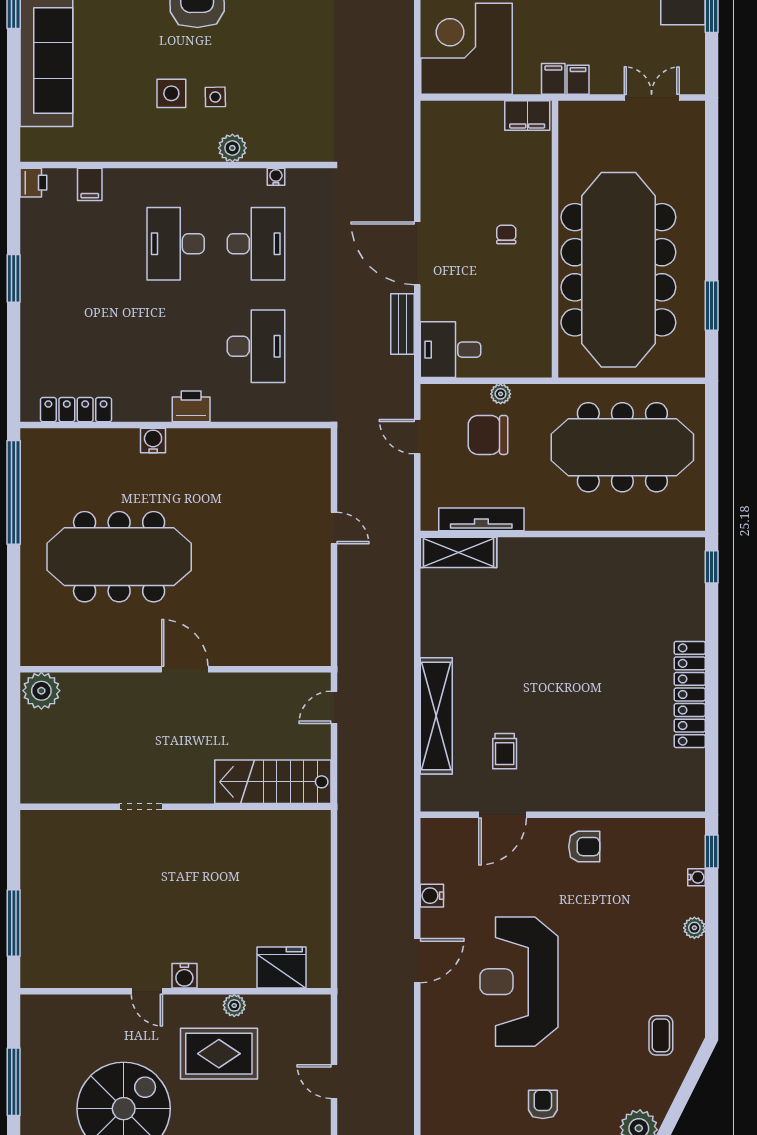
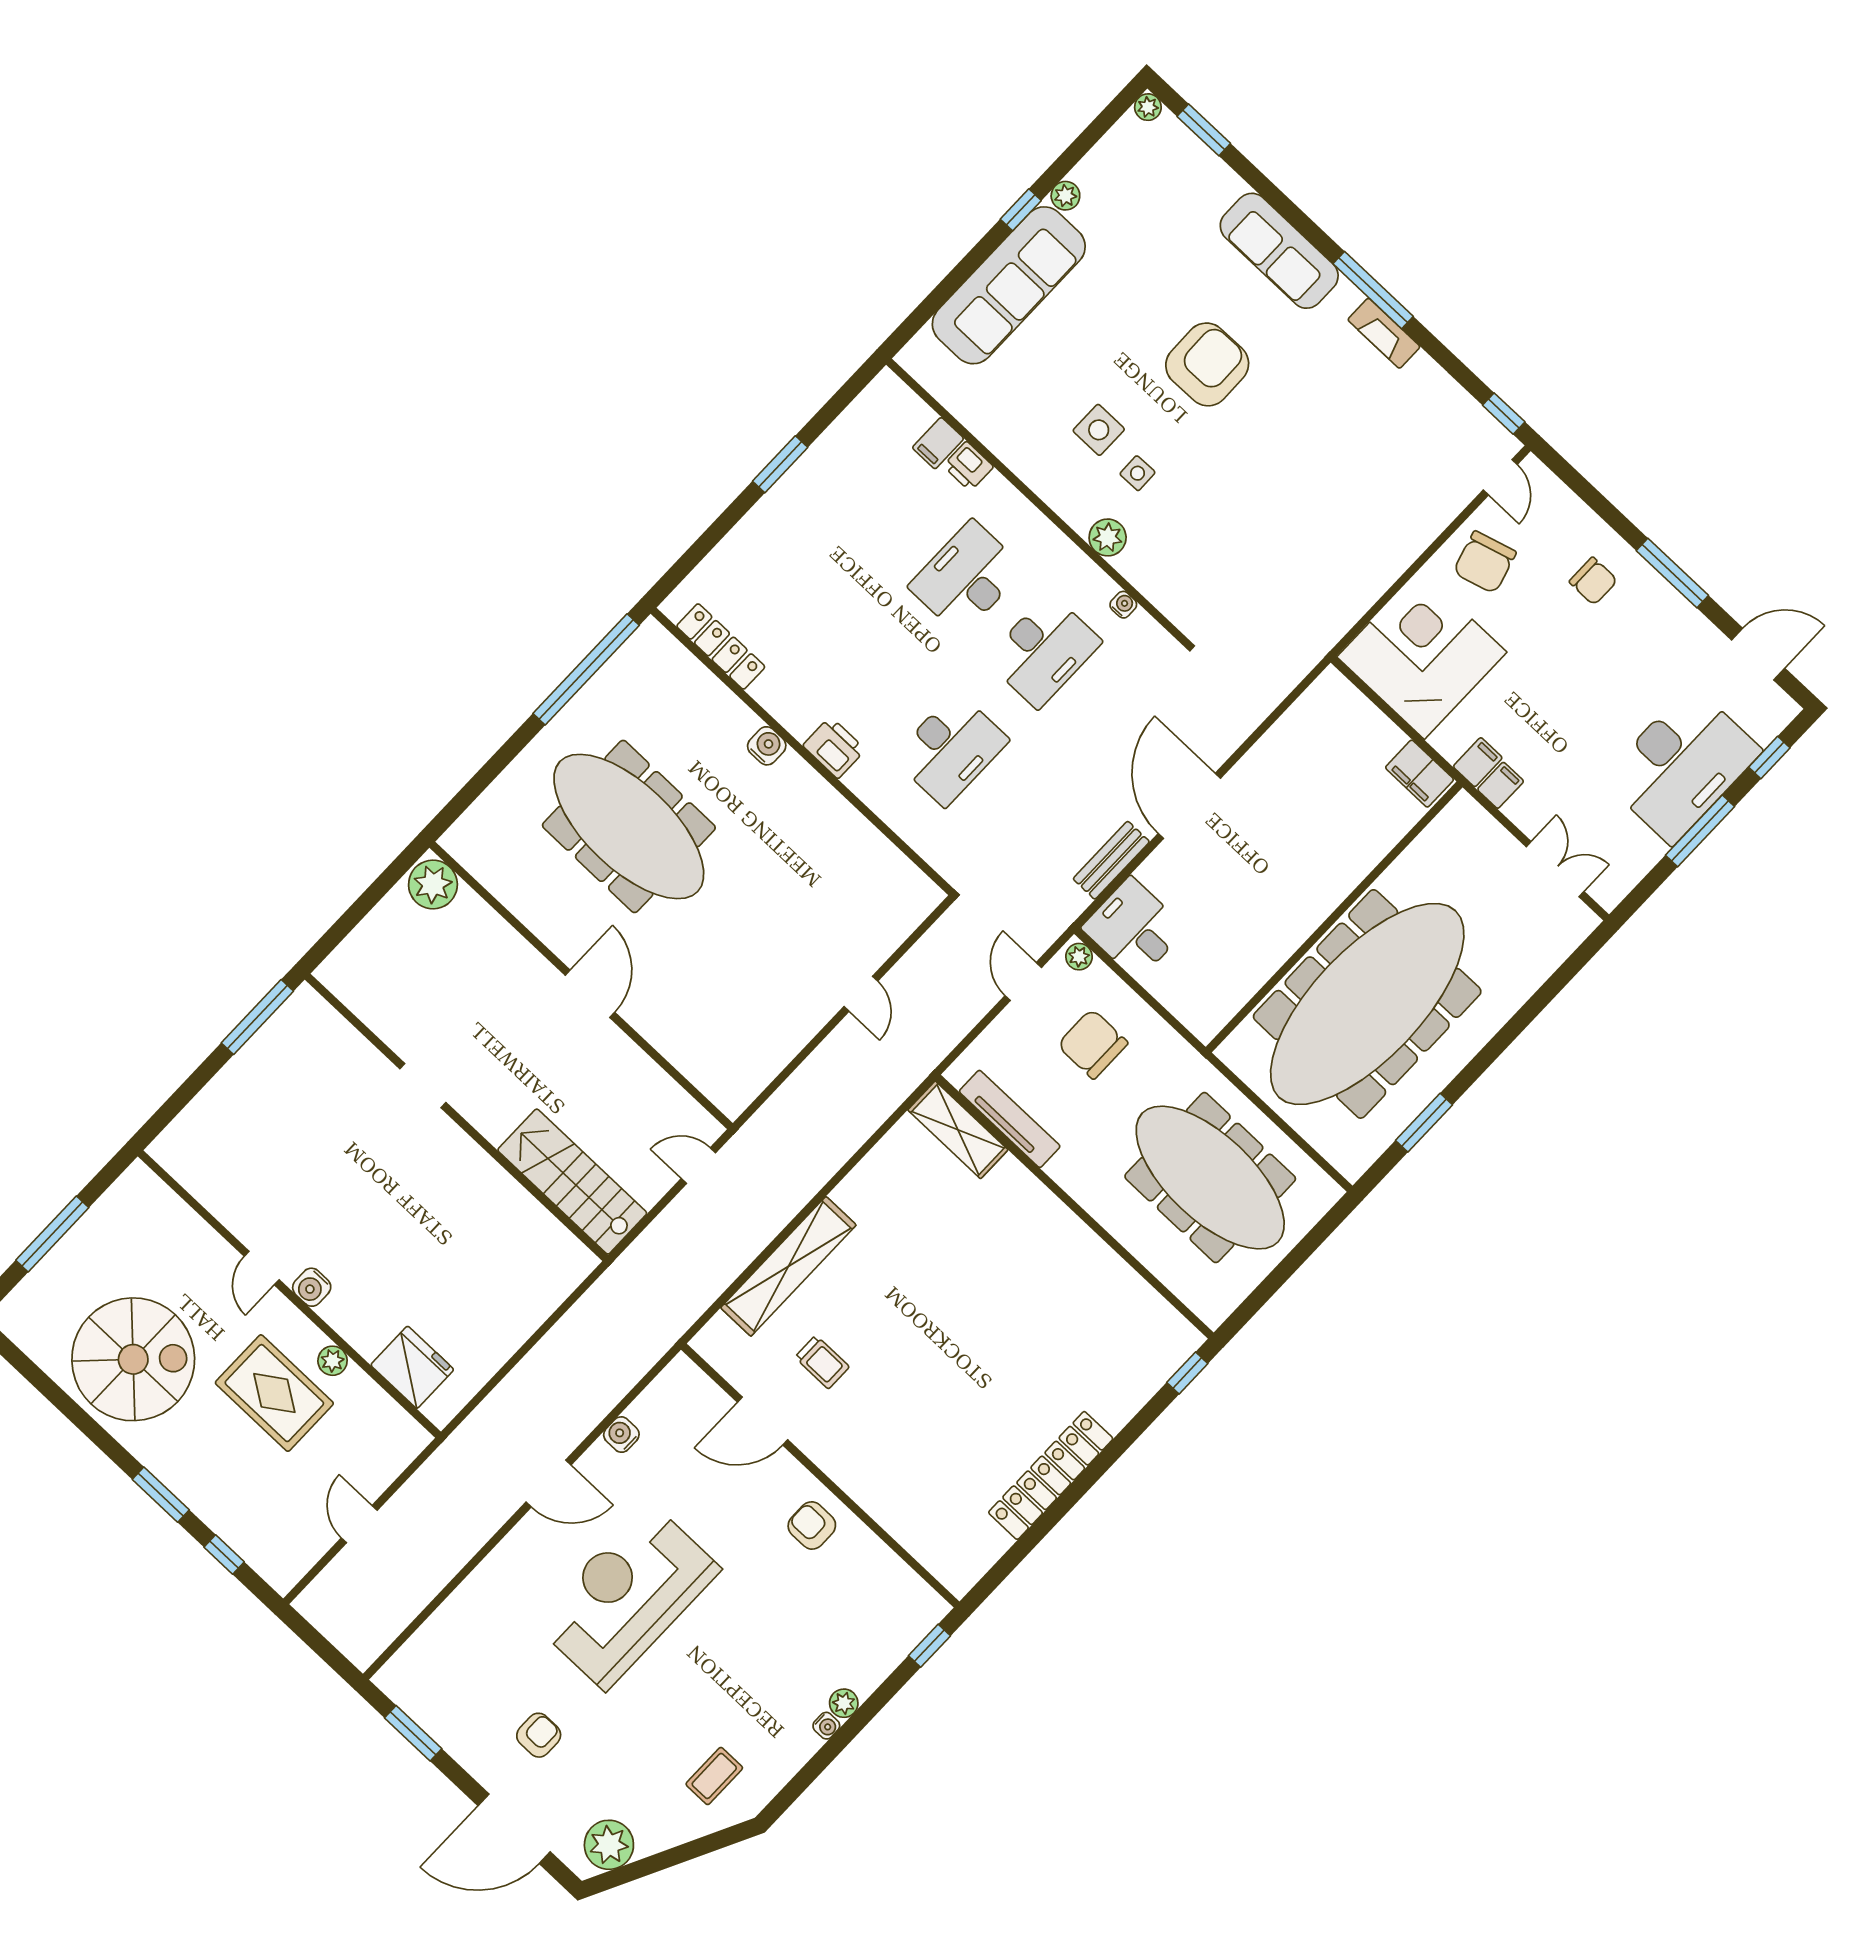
printer: (33, 183) -> (968, 466), moved, turned 90
chair: (506, 235) -> (1292, 869), removed
plant: (501, 394) -> (1079, 957), moved
trolley: (505, 751) -> (822, 1362), turned -90
armchair: (584, 847) -> (812, 1525), turned 180
water cooler: (696, 877) -> (826, 1726), moved
window: (14, 923) -> (257, 1017), moved

